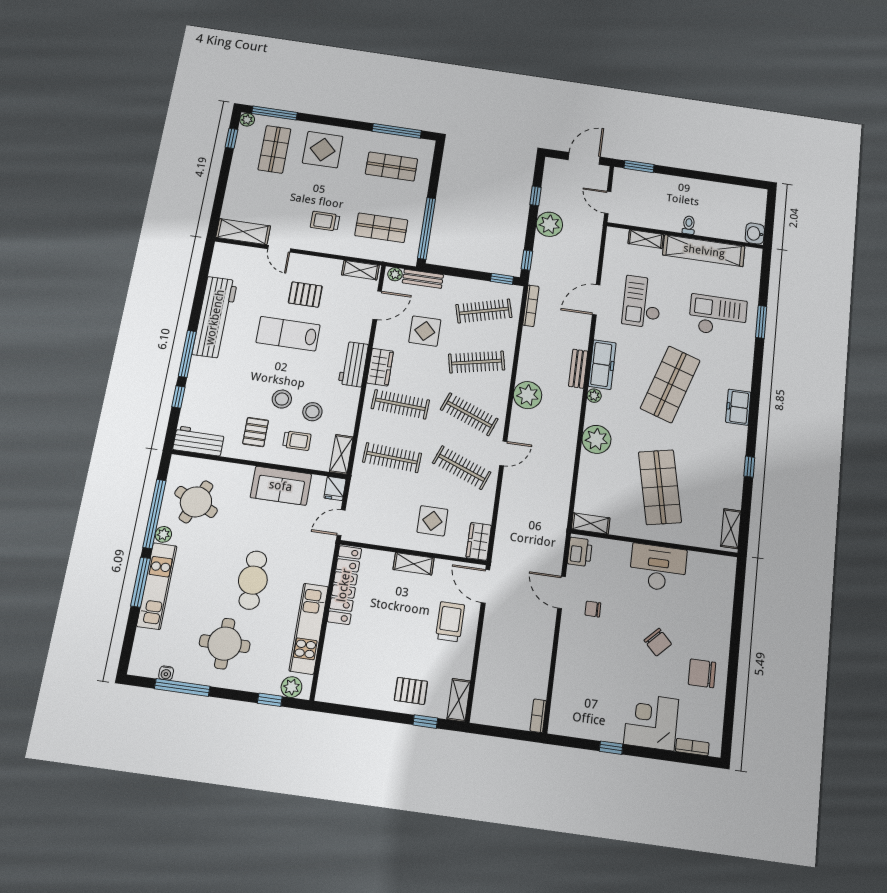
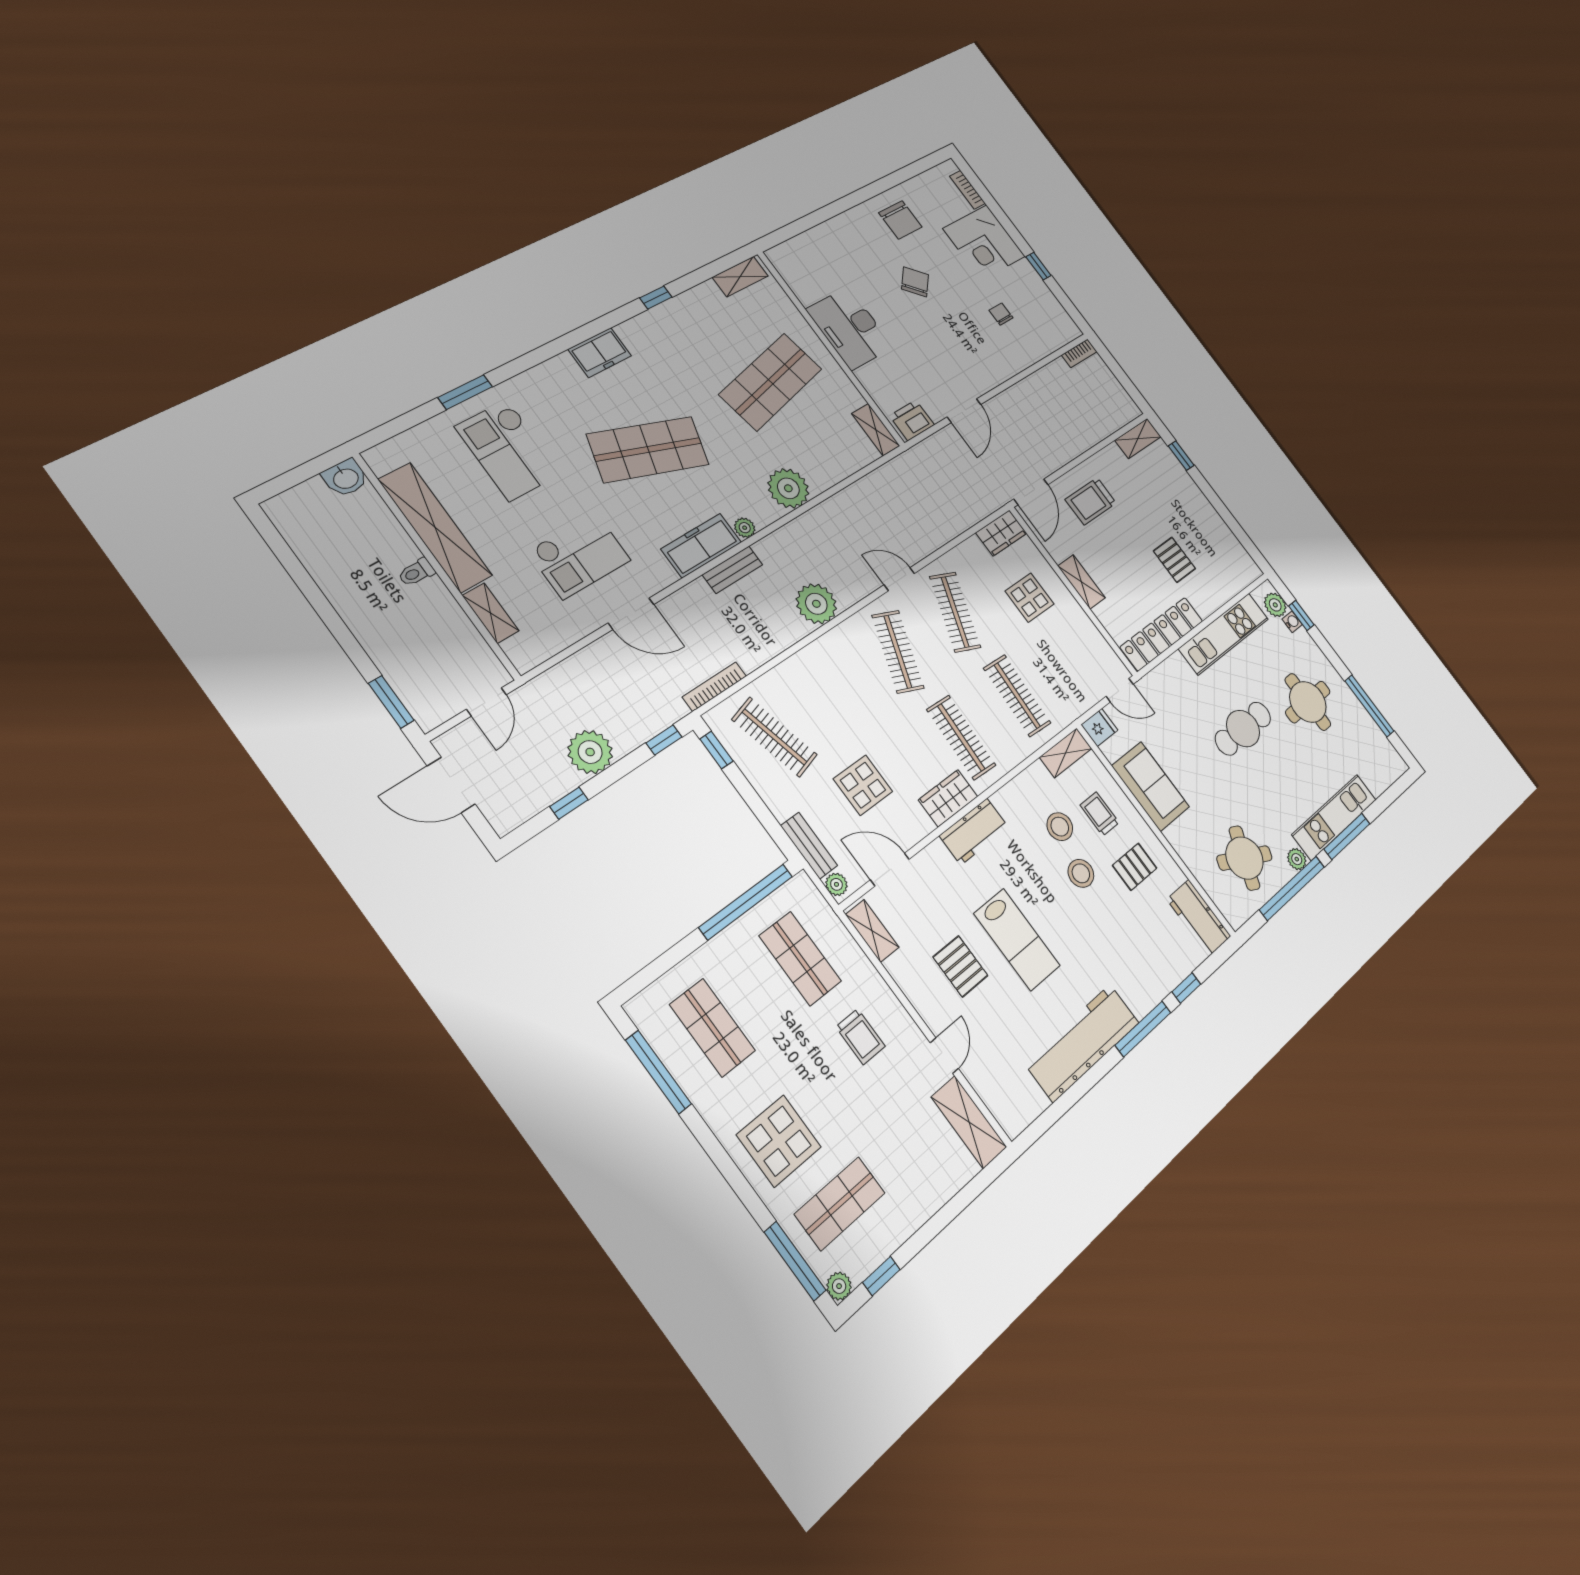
clothes rail: (477, 362) -> (838, 693), removed
chair: (593, 609) -> (1001, 314), moved, turned 180
water cooler: (166, 673) -> (1292, 622), moved
pallet: (411, 691) -> (1174, 560), moved

